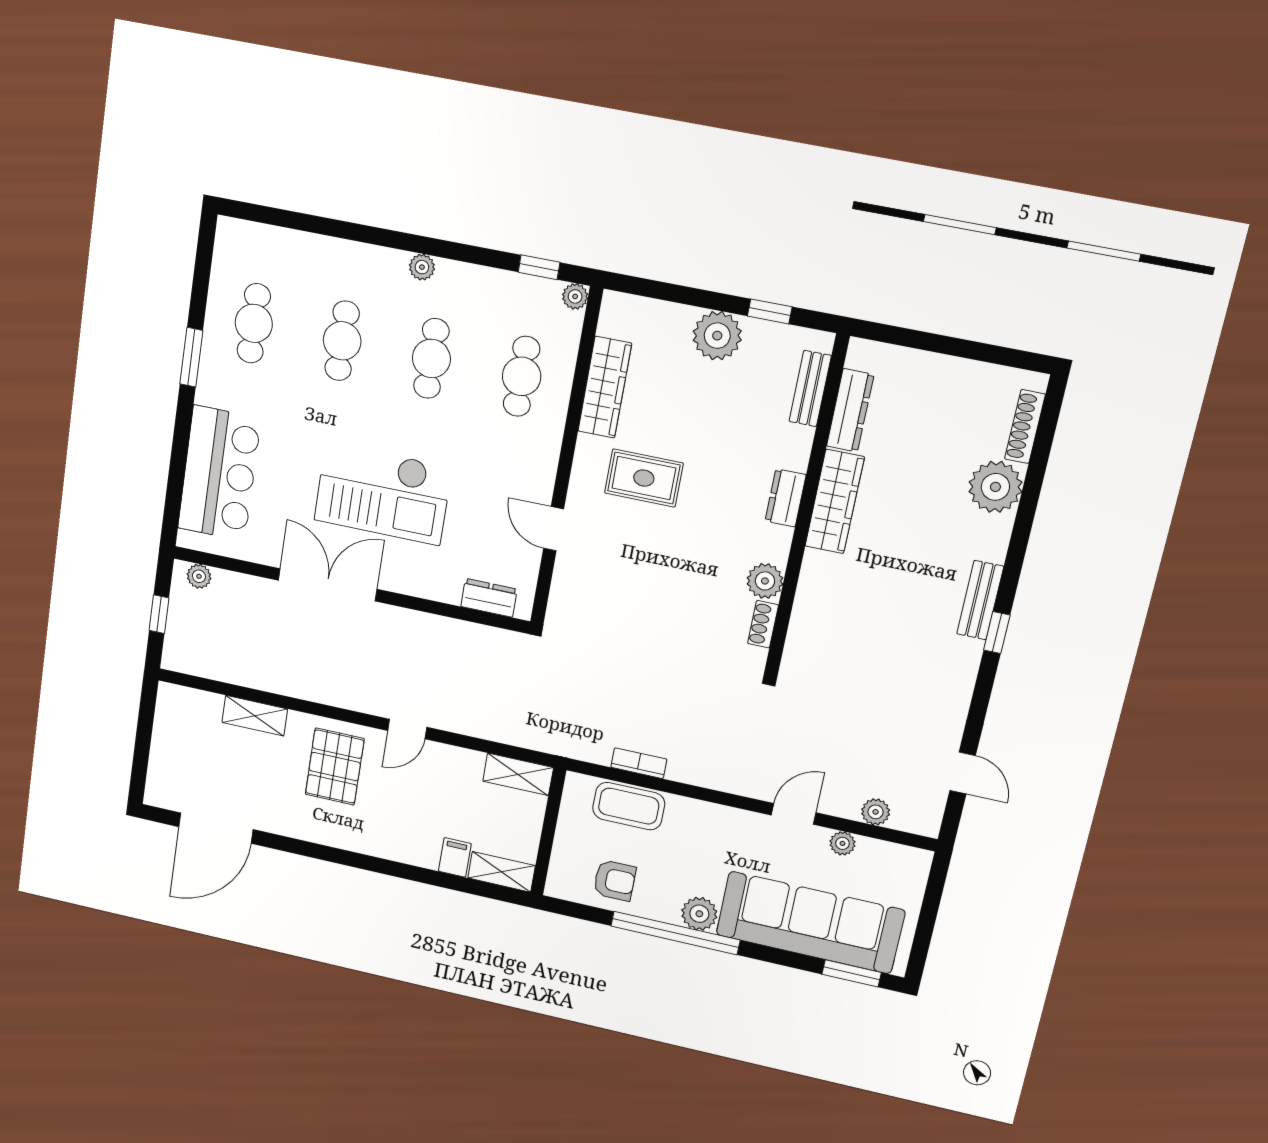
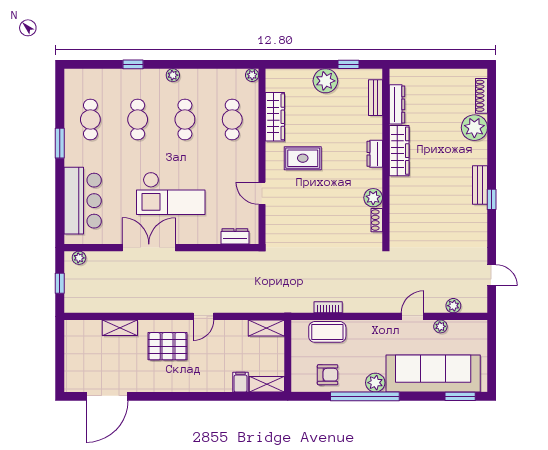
window: (539, 267) -> (133, 64), moved
pallet: (335, 767) -> (168, 346), turned 90

